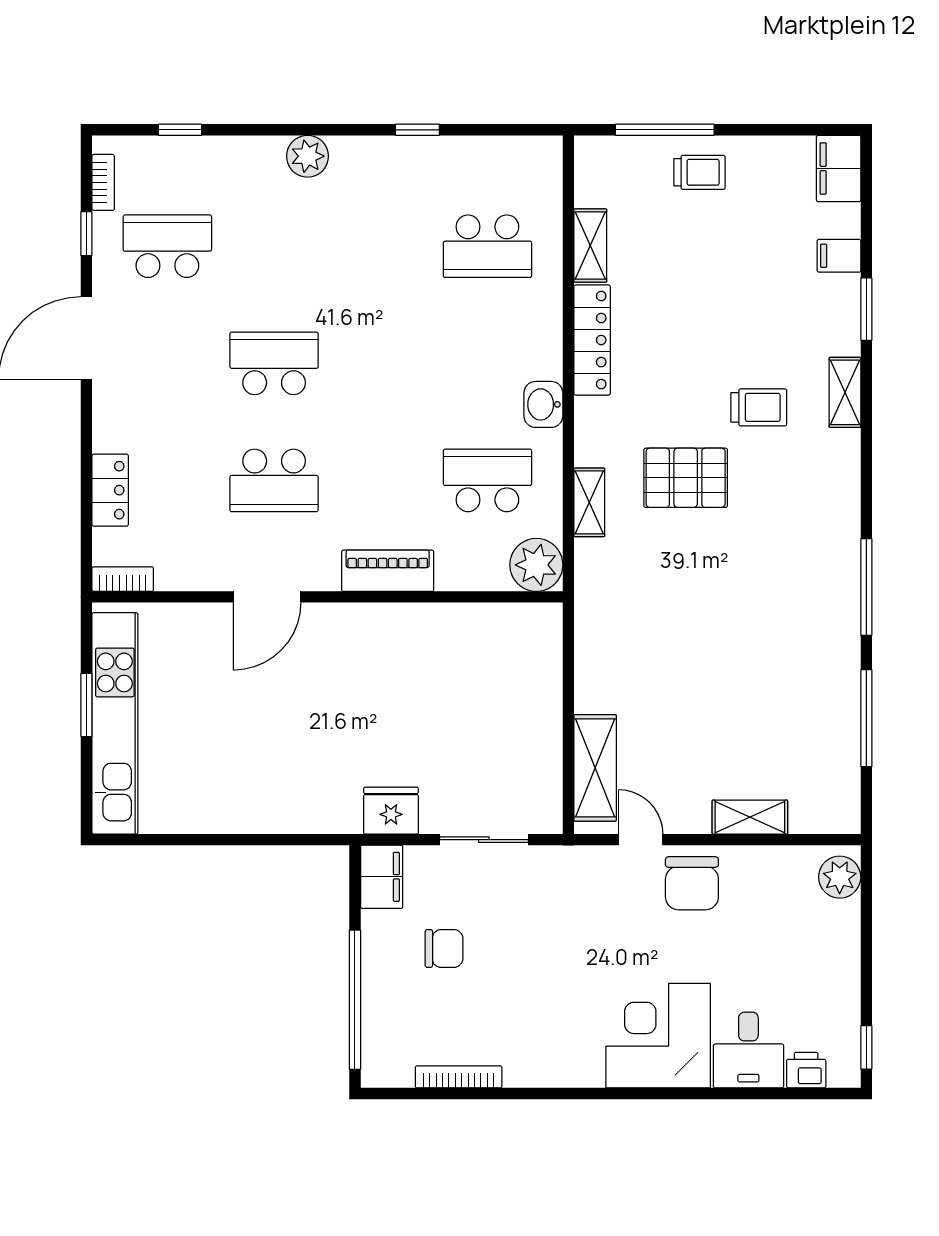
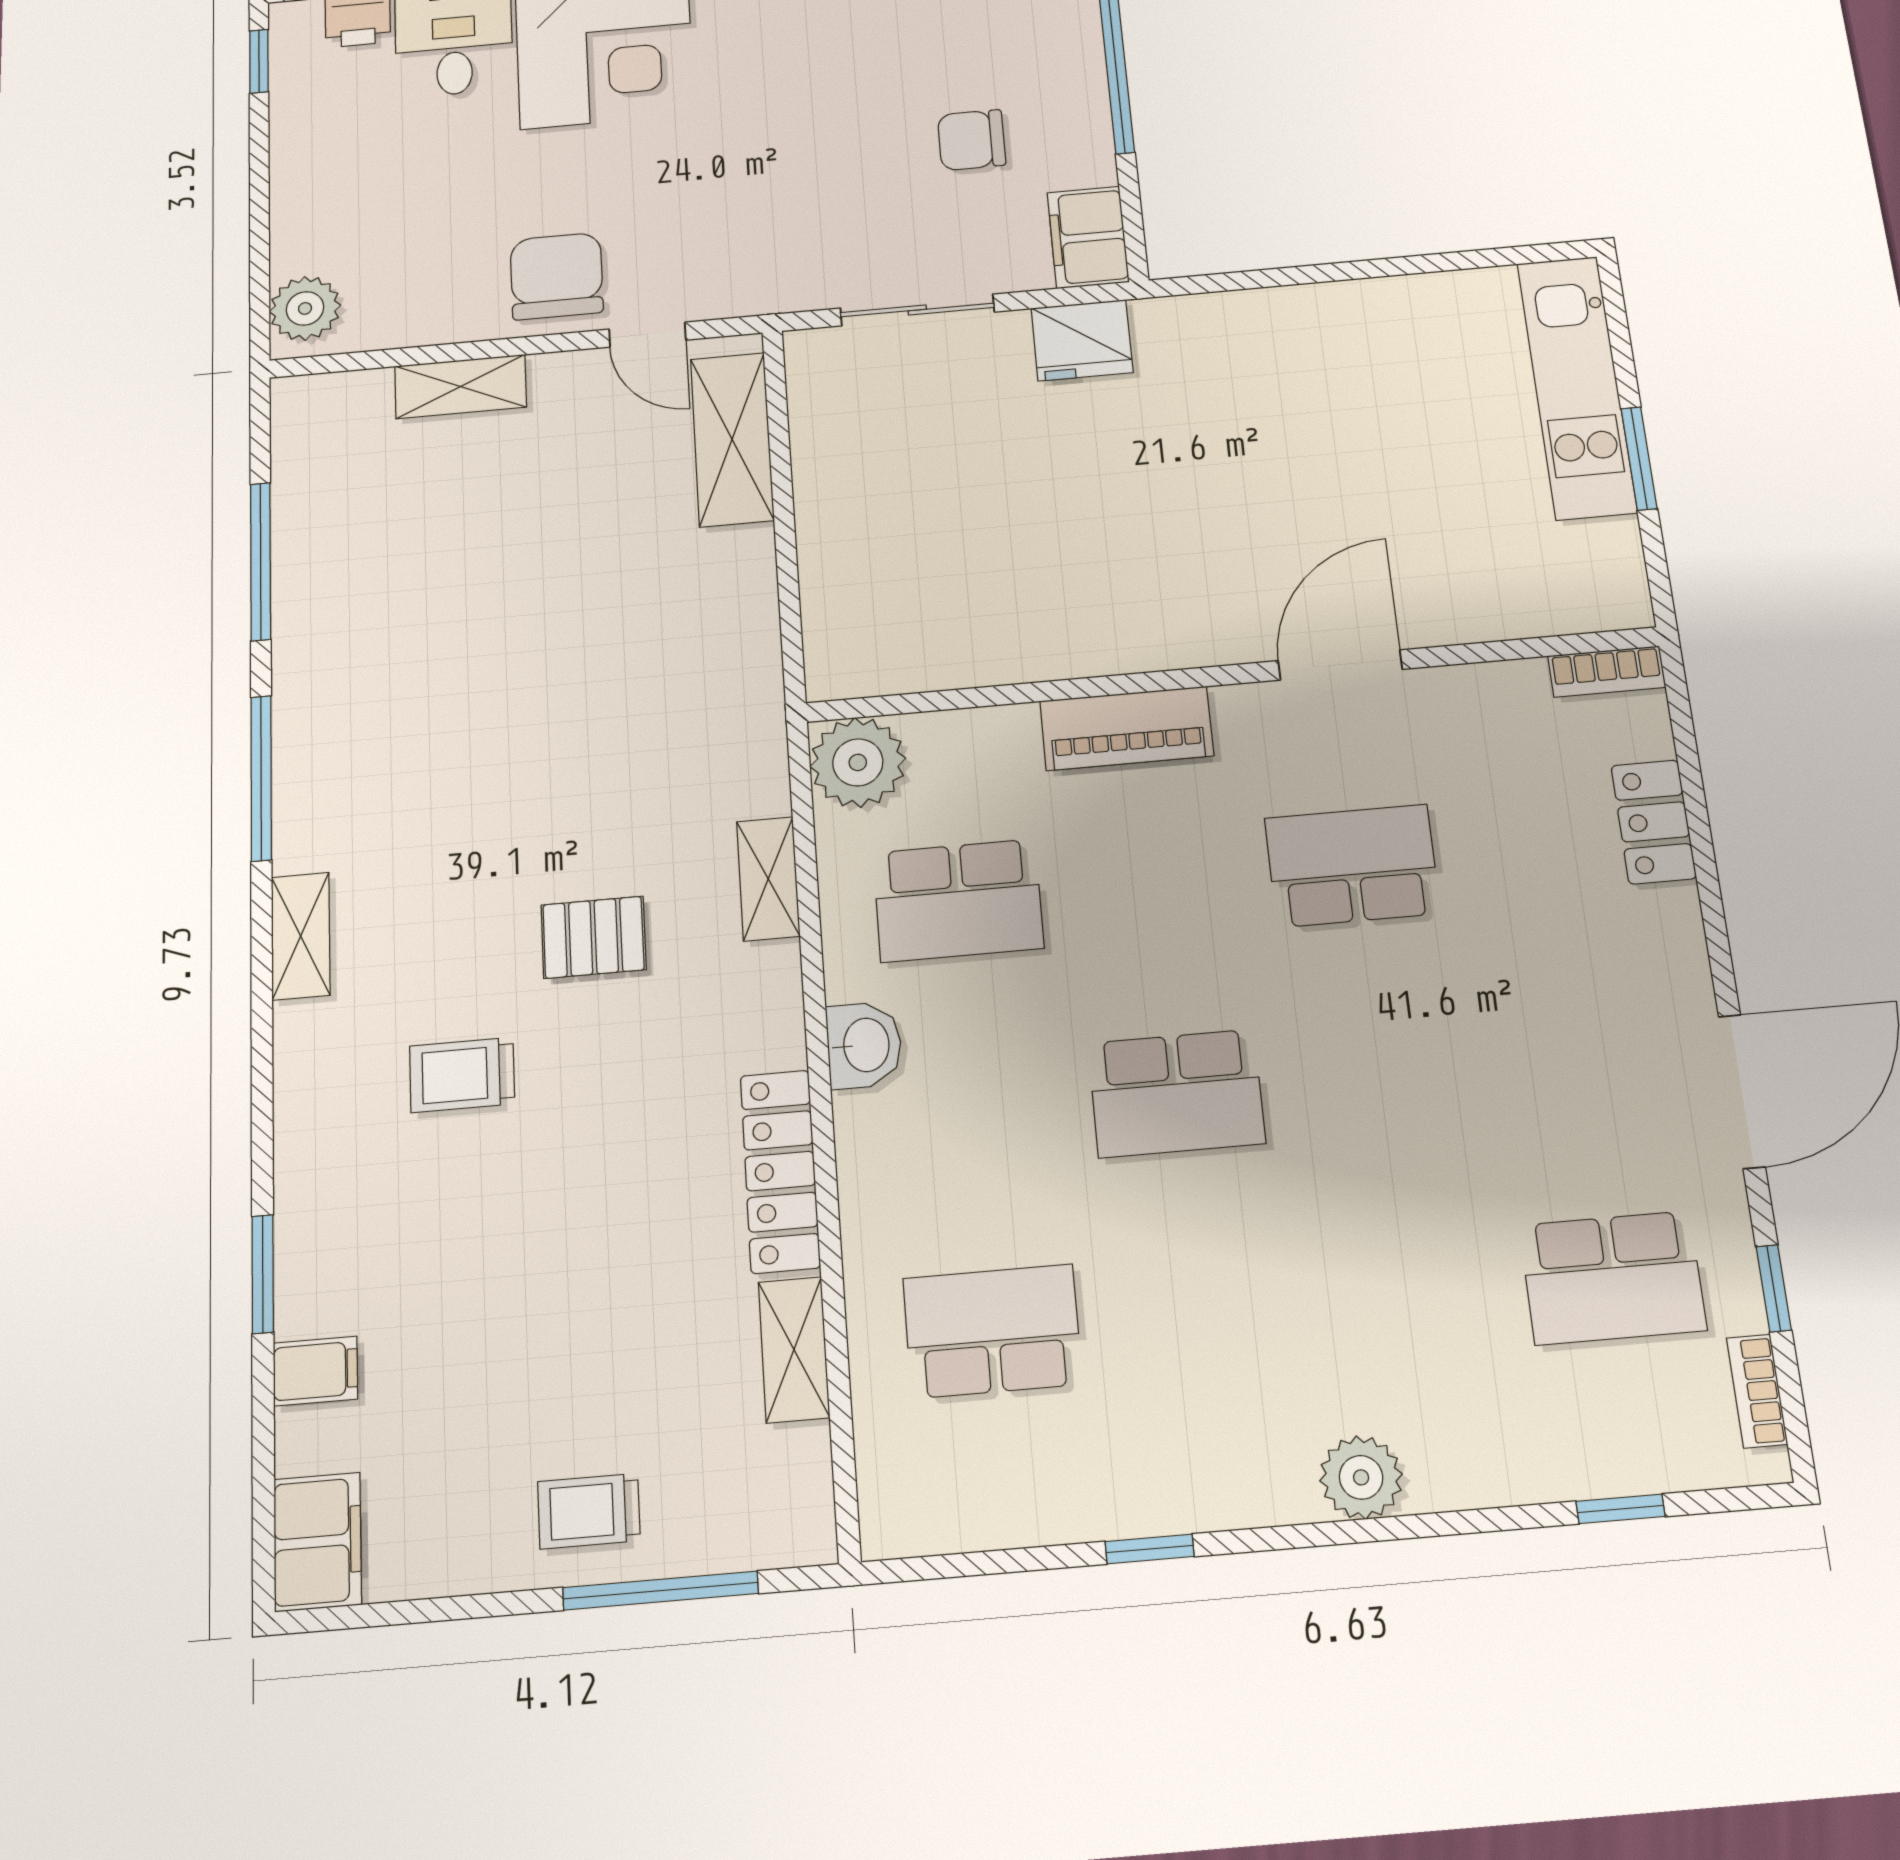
school desk: (274, 363) -> (1176, 1093), moved
shelving: (845, 392) -> (301, 936), moved
pallet: (686, 478) -> (593, 937), width x0.67, depth x0.71
kitchen unit: (115, 723) -> (1577, 387), width x0.73

